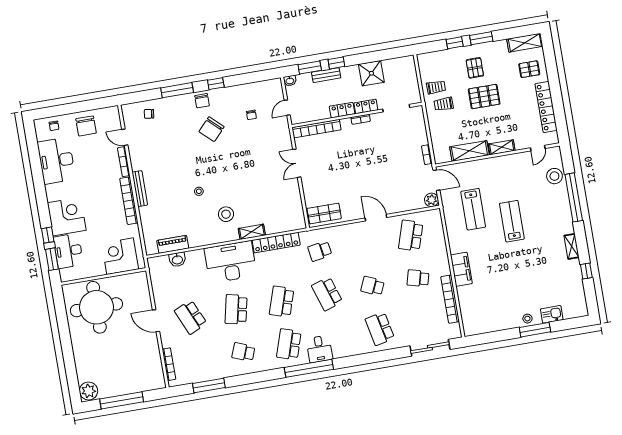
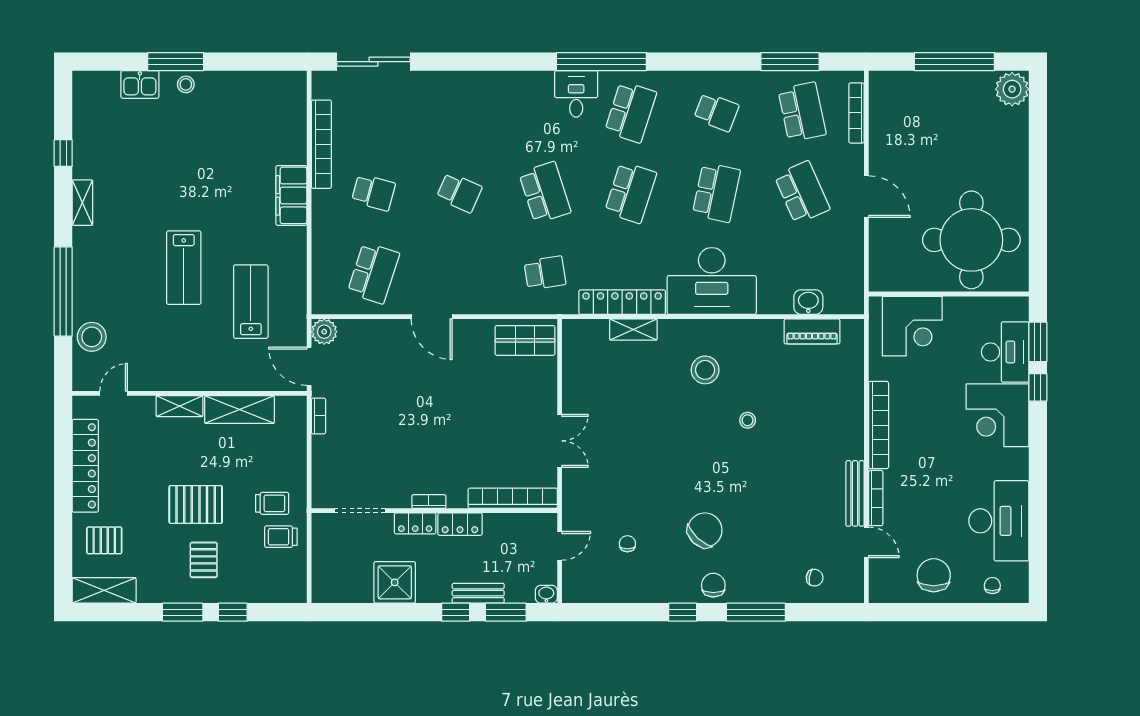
bench: (140, 189) -> (855, 493), moved
shelving: (252, 232) -> (633, 329), moved
school desk: (380, 329) -> (802, 112), moved

